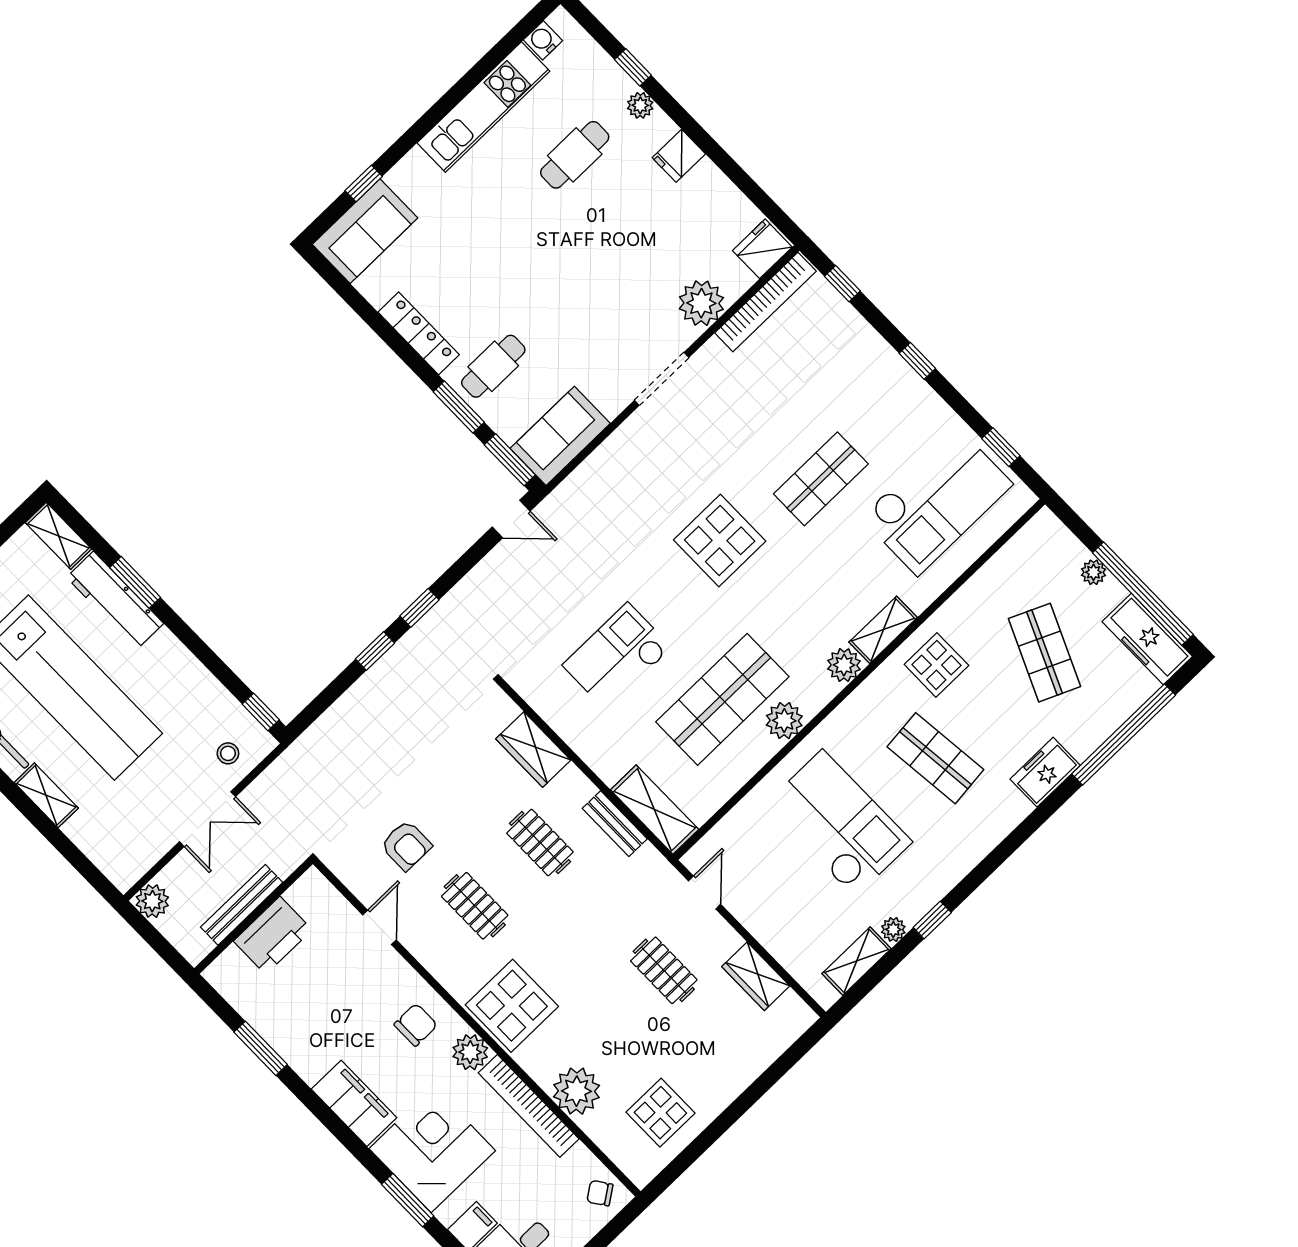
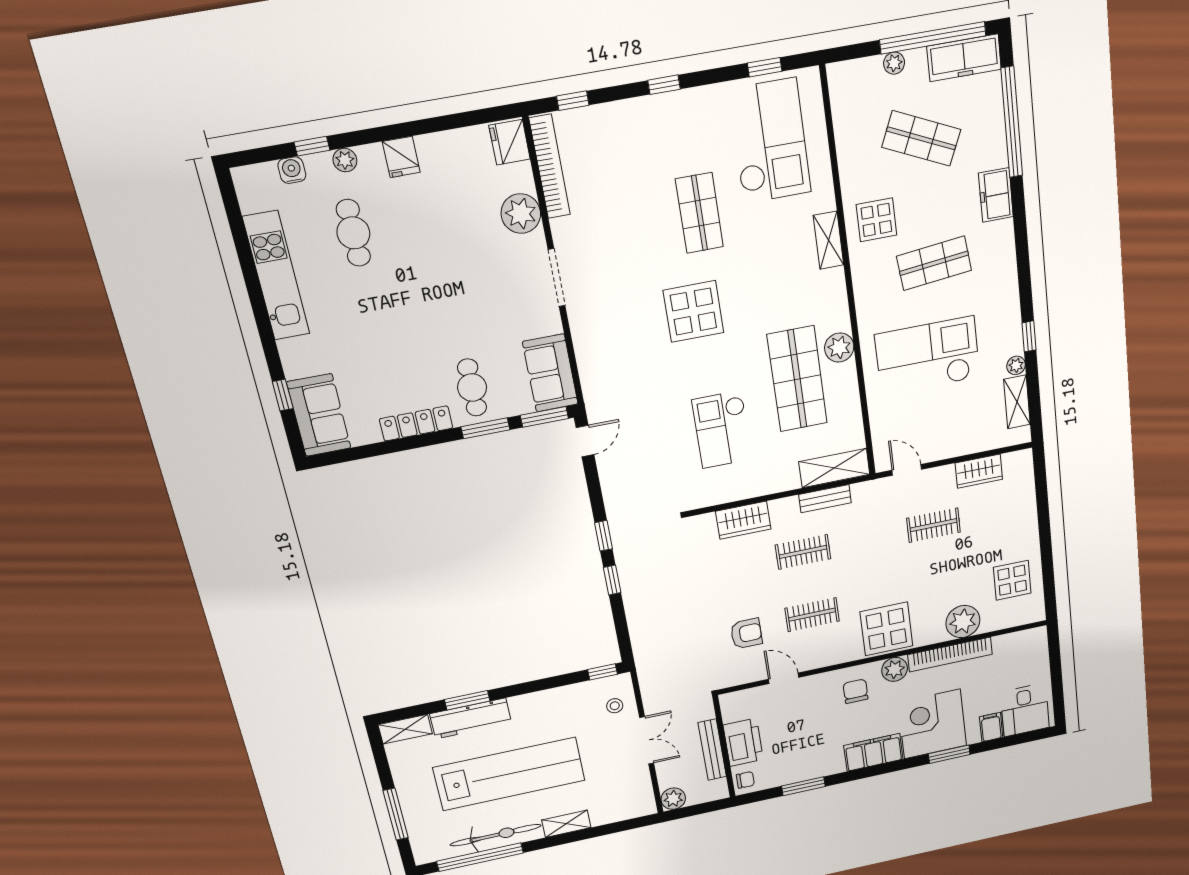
water cooler: (543, 40) -> (292, 170), moved, turned 90
plant: (844, 665) -> (832, 283), removed
chair: (600, 1193) -> (745, 780), moved, turned -145

